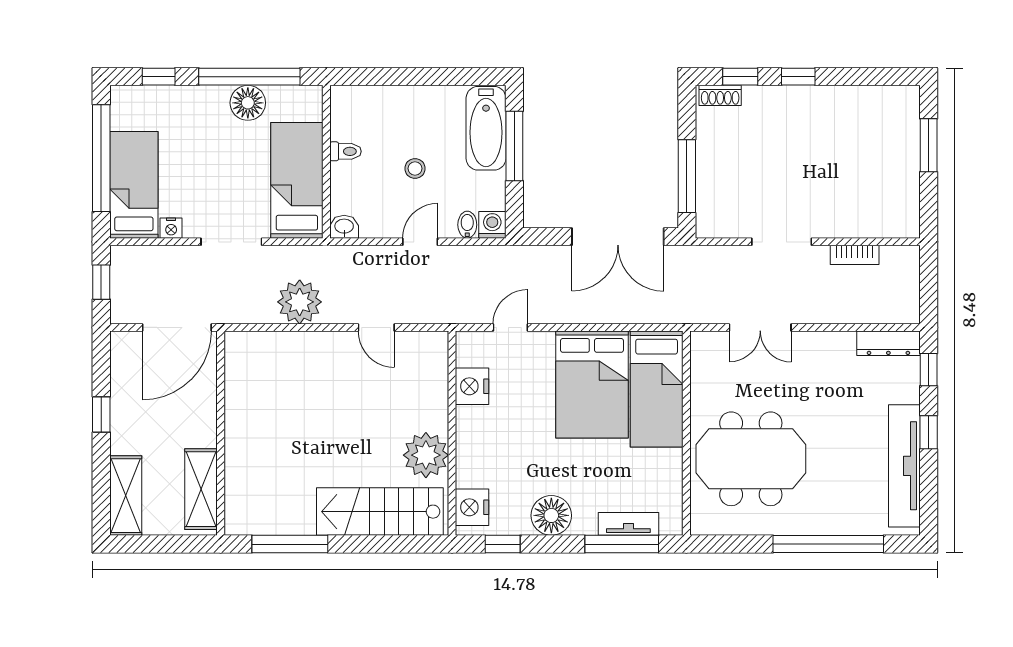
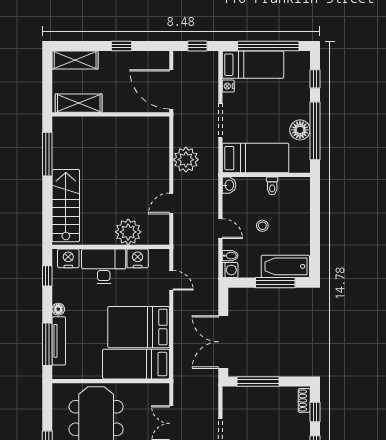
desk: (486, 445) -> (104, 266), added
plant: (426, 455) -> (128, 232), moved
floor lamp: (551, 515) -> (58, 309), width x0.53, depth x0.53
tv unit: (628, 524) -> (59, 341), width x1.41

